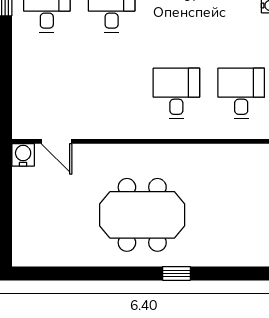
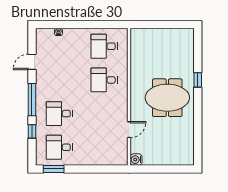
door: (56, 141) -> (129, 130), moved
meeting table: (142, 215) -> (167, 98), turned 90

